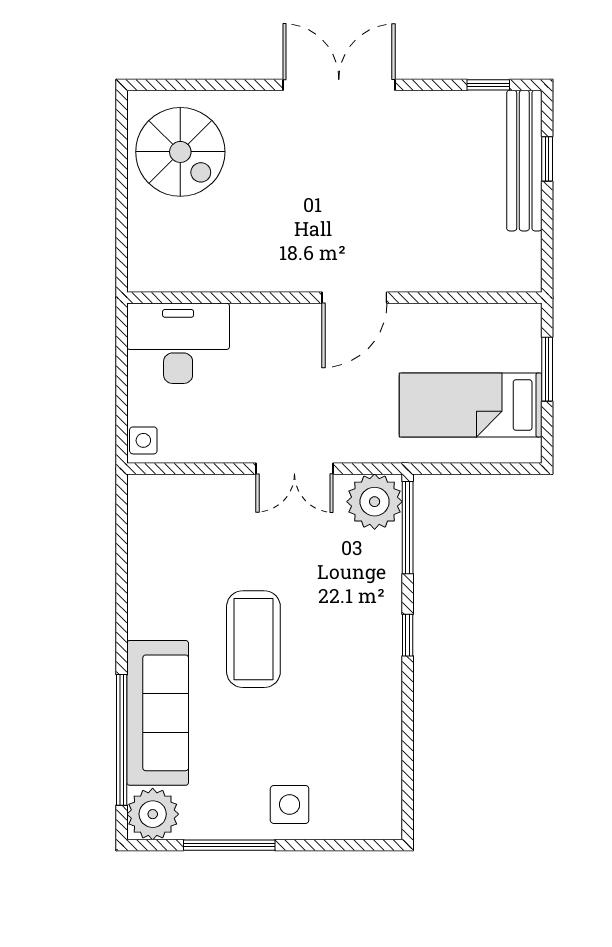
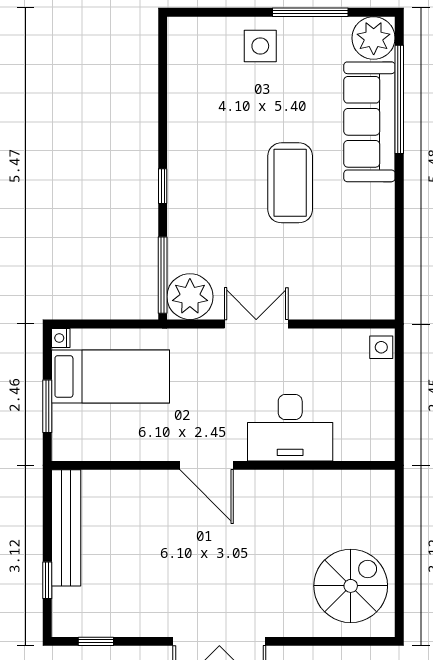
spiral stairs: (180, 152) -> (351, 586), turned 90
bench: (524, 161) -> (66, 528), moved
door: (354, 298) -> (207, 465), swing flipped
desk: (178, 343) -> (290, 428), moved
nightstand: (531, 452) -> (61, 338), added

